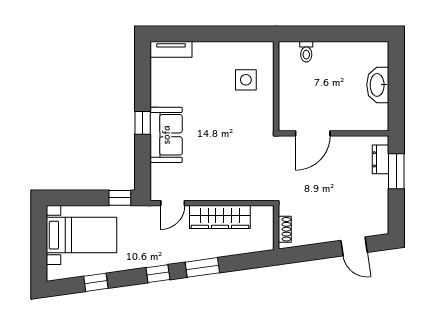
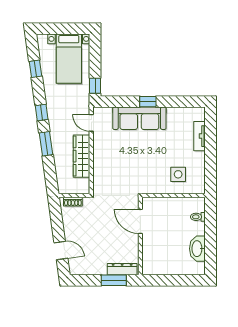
tv unit: (171, 49) -> (200, 136), moved
washbasin: (378, 85) -> (197, 249), moved, turned -90
sofa: (166, 135) -> (139, 118), width x1.36
dresser: (381, 159) -> (122, 269), width x1.44
door: (354, 246) -> (61, 250), swing flipped

